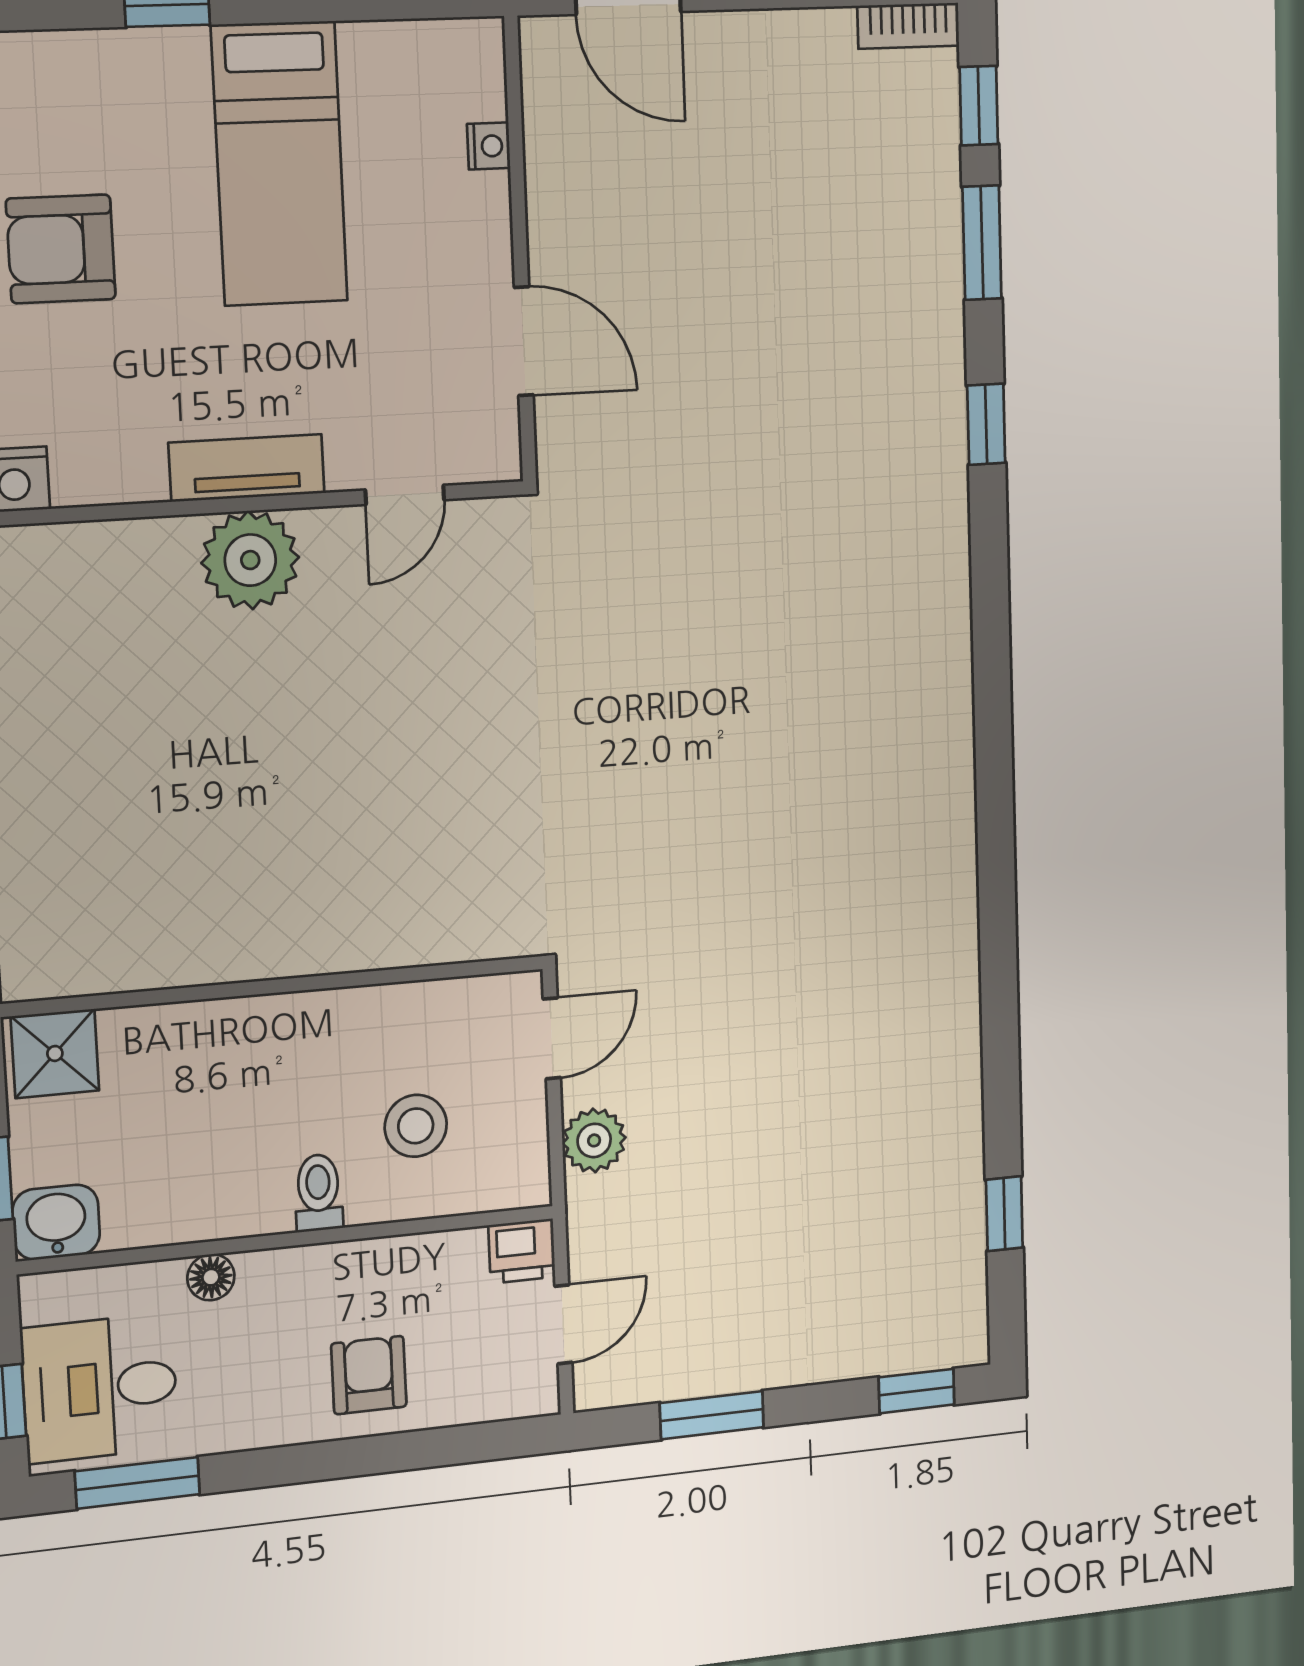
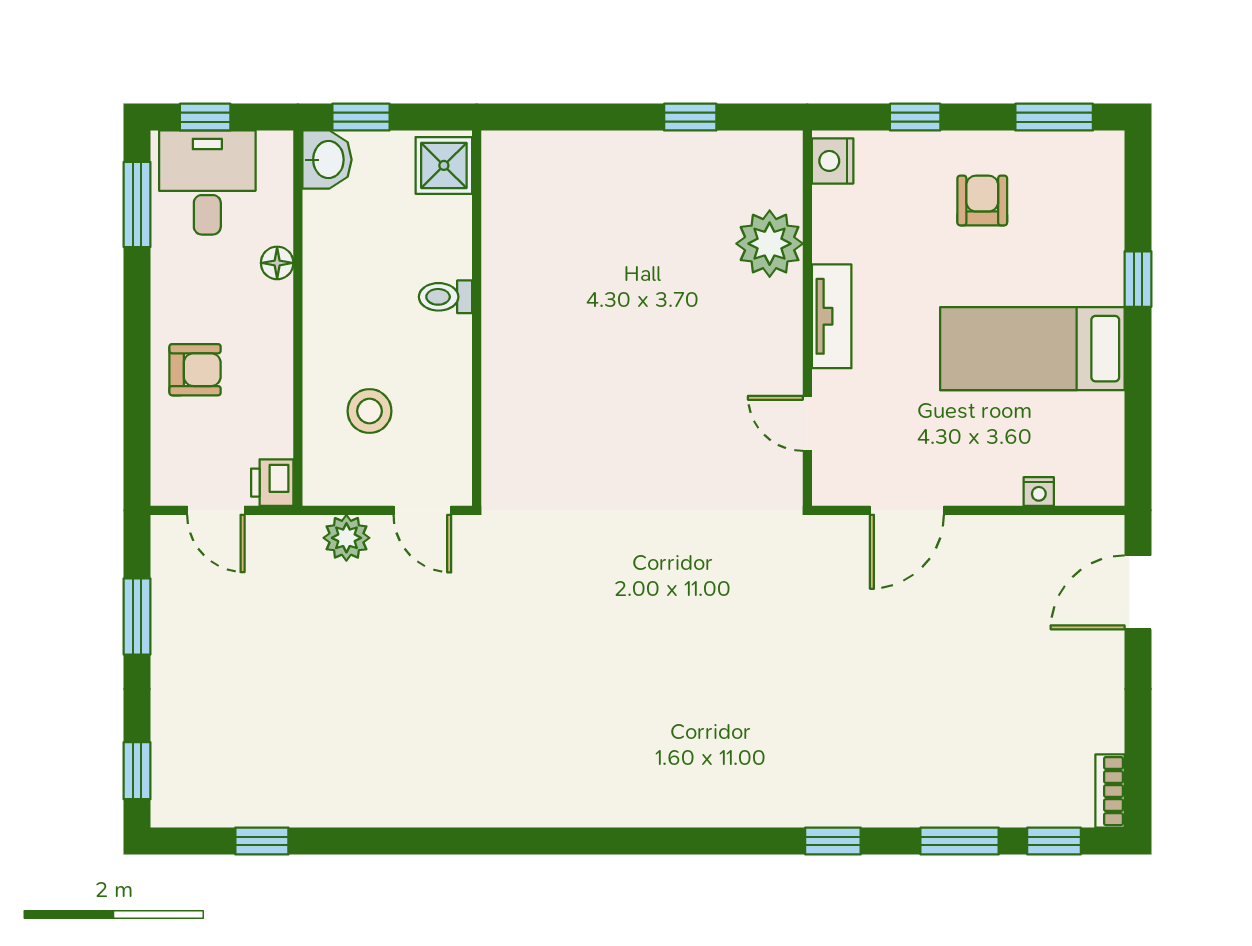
armchair: (61, 249) -> (982, 201), width x0.72, depth x0.72
plant: (250, 560) -> (770, 244), moved
toilet: (318, 1193) -> (445, 297), moved, turned 180

